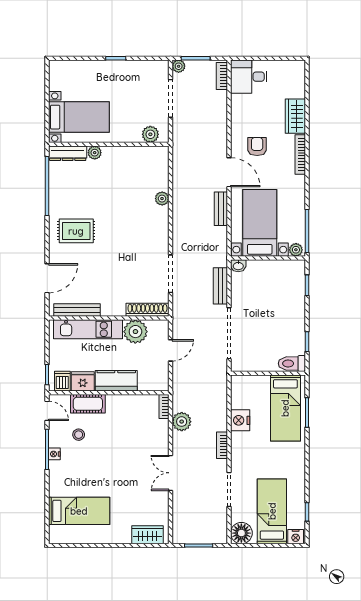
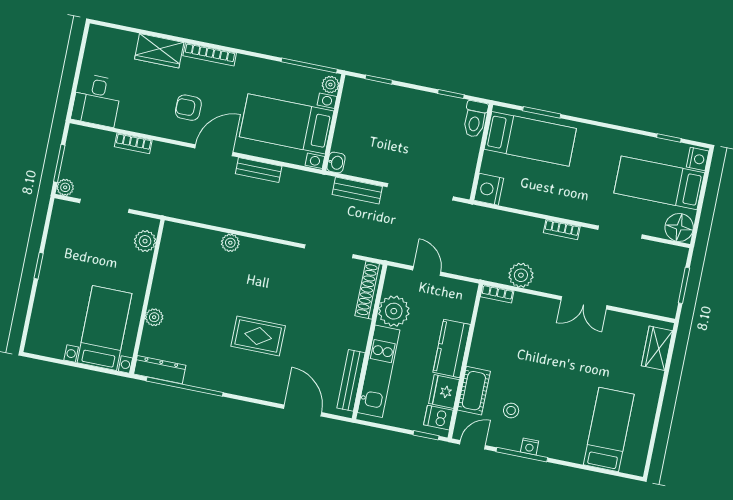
bookcase: (222, 76) -> (133, 143), moved
dresser: (68, 153) -> (160, 370), moved, turned -90
rug: (76, 231) -> (258, 336), moved, turned 90
nightstand: (240, 420) -> (489, 189), moved, turned 90

